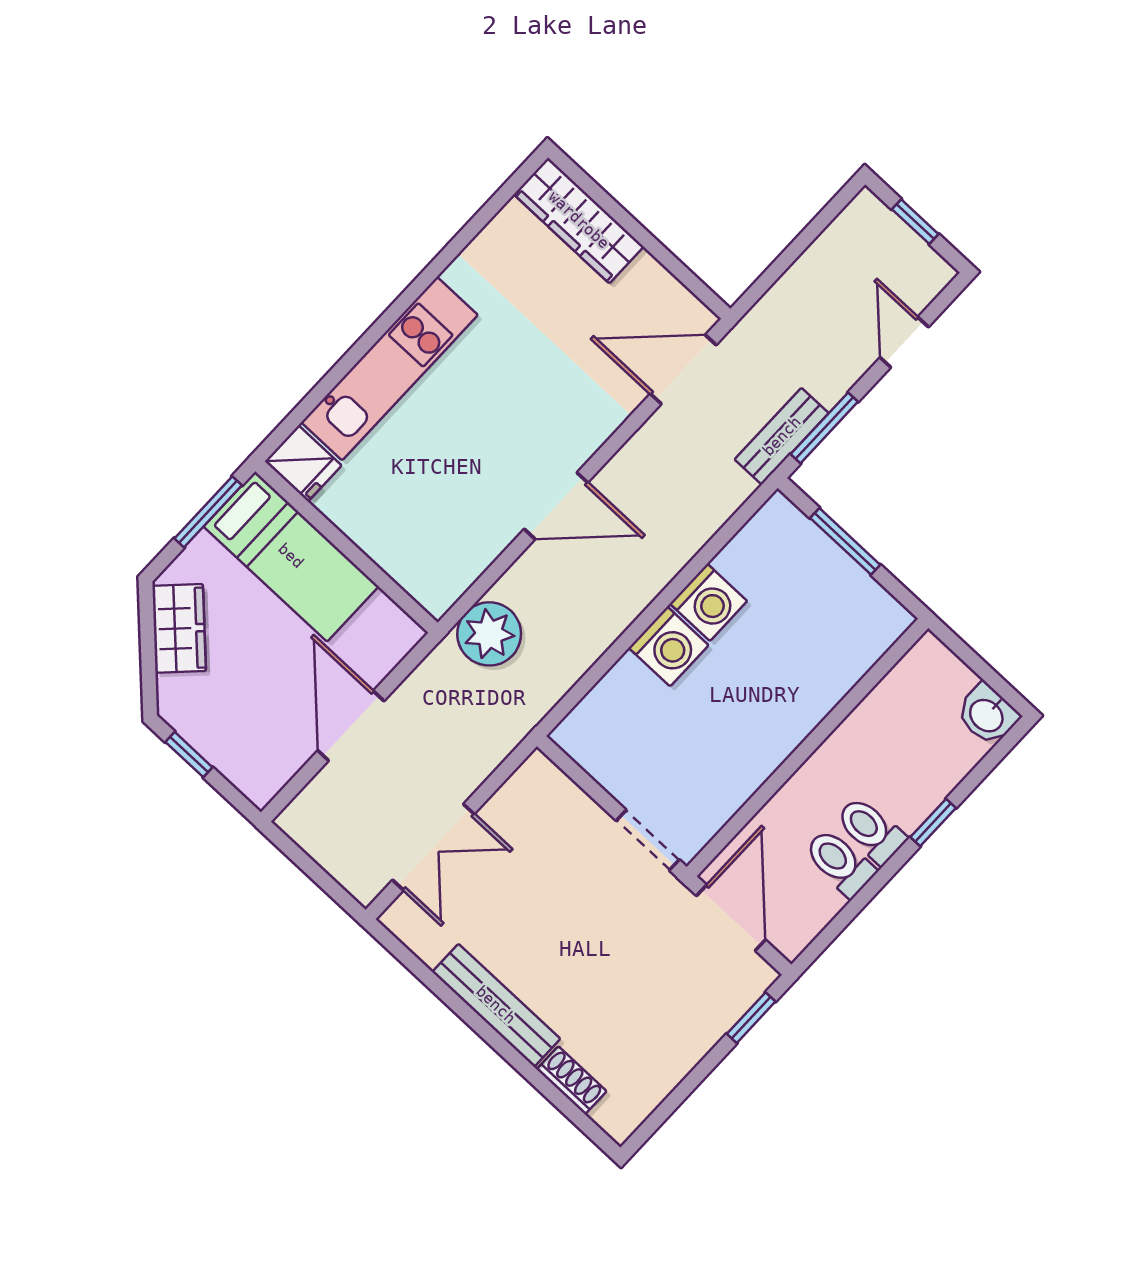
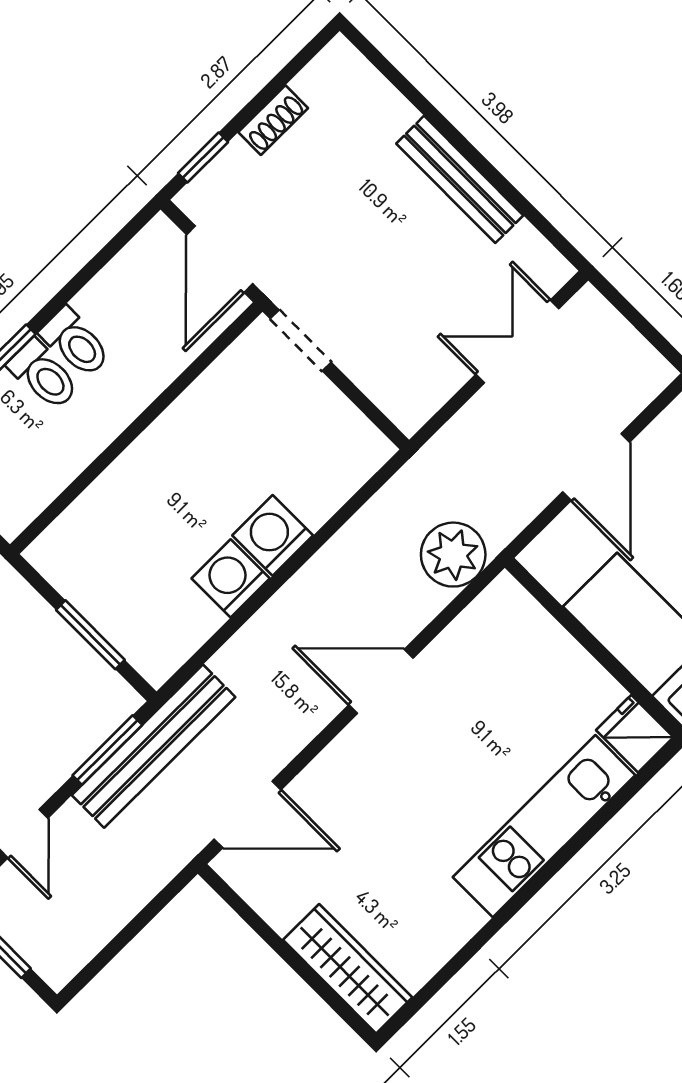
bench: (782, 436) -> (154, 746), width x1.86, depth x1.21
toilet: (840, 863) -> (44, 375), moved
shoe rack: (572, 1080) -> (273, 120), moved, turned -90

